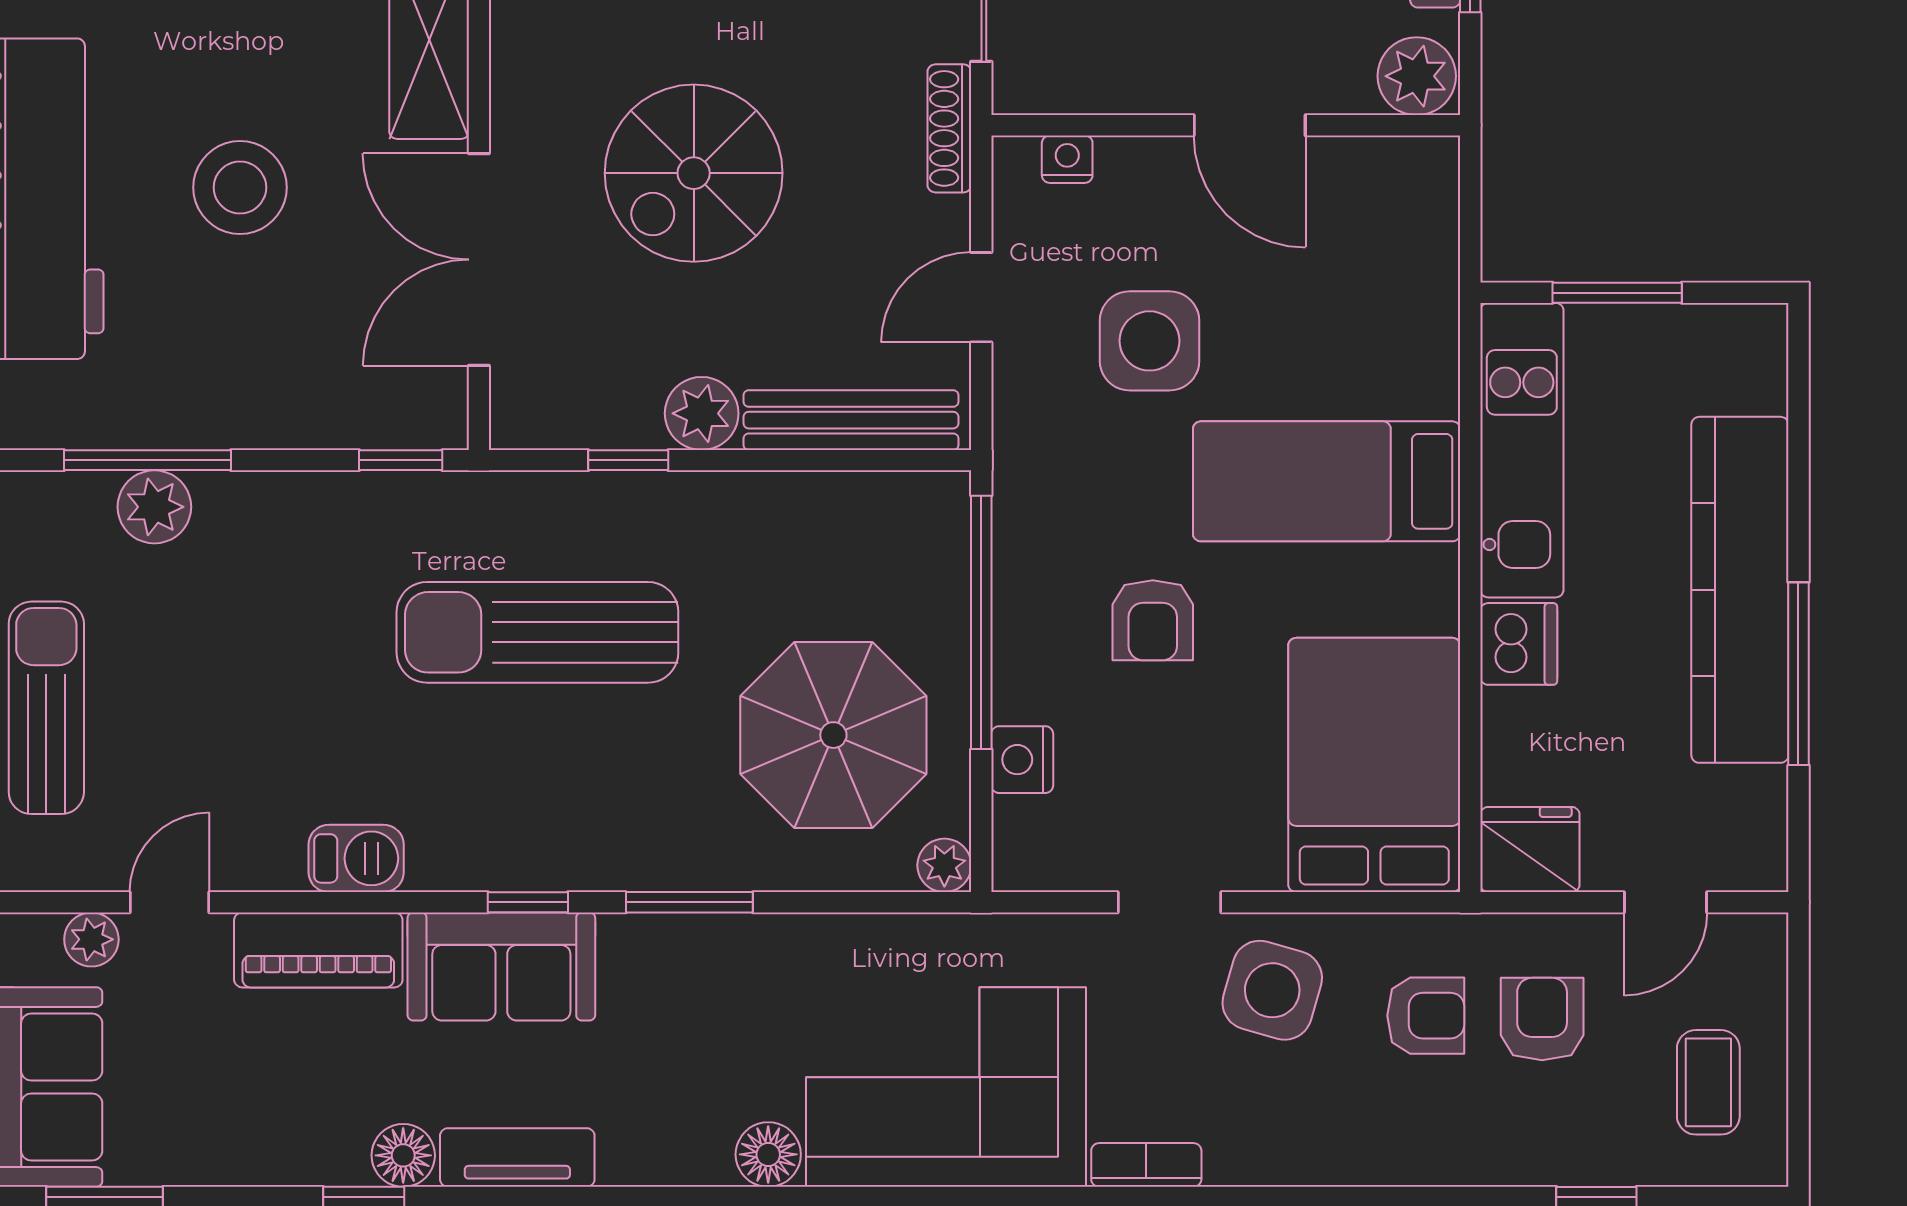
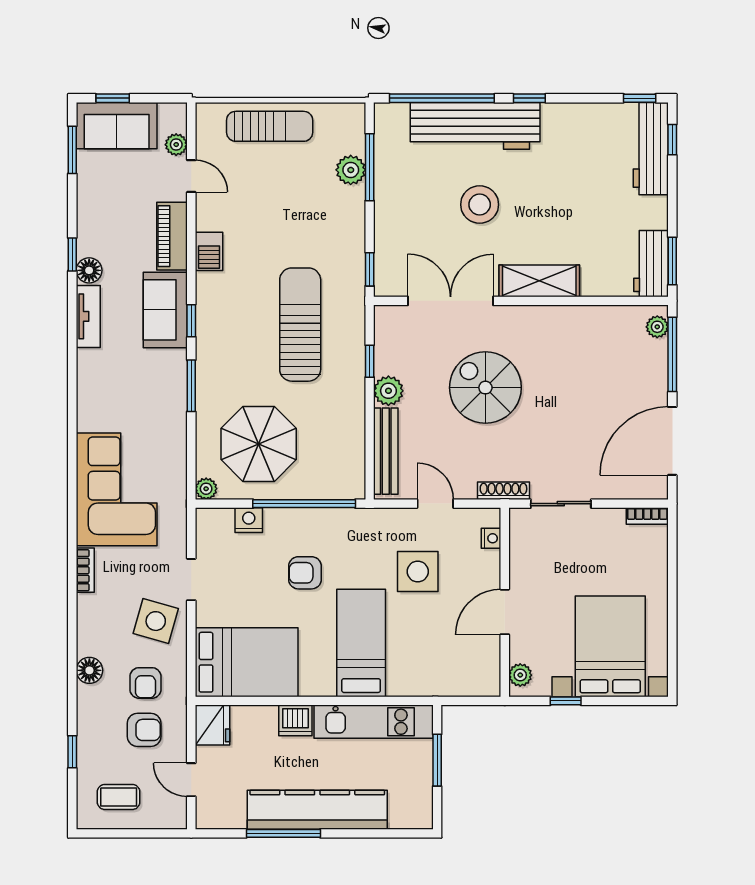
plant: (1417, 76) -> (520, 675), width x0.73, depth x0.73
floor lamp: (768, 1154) -> (89, 670), moved

